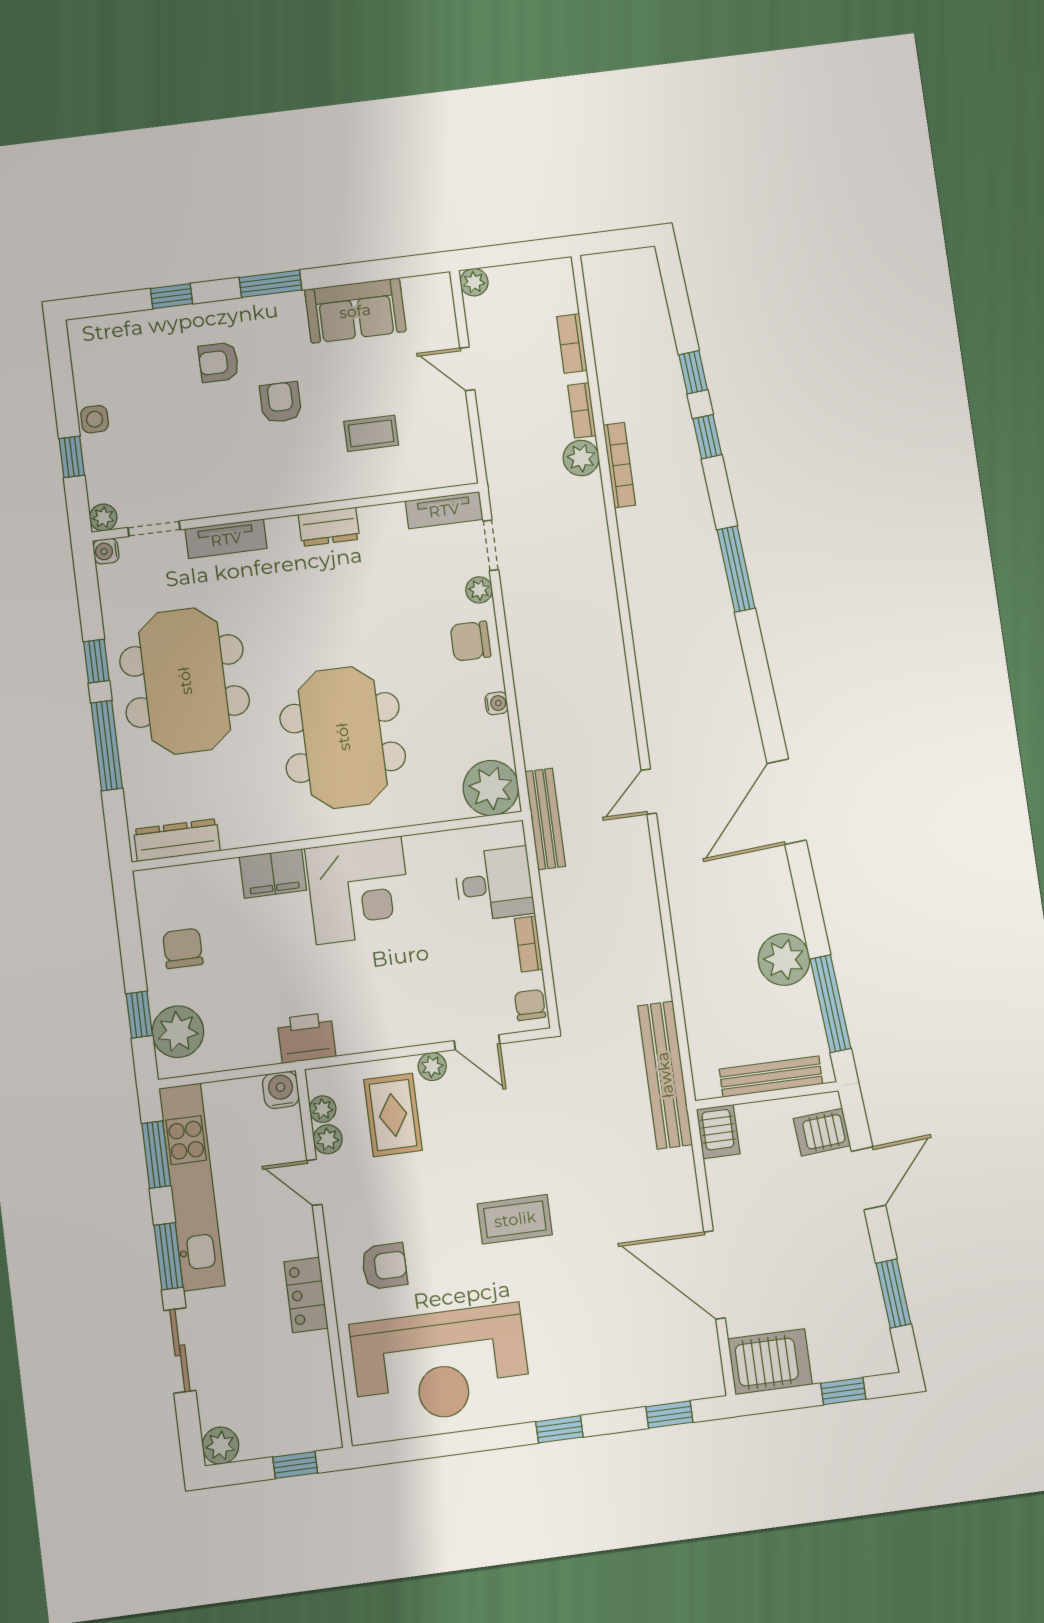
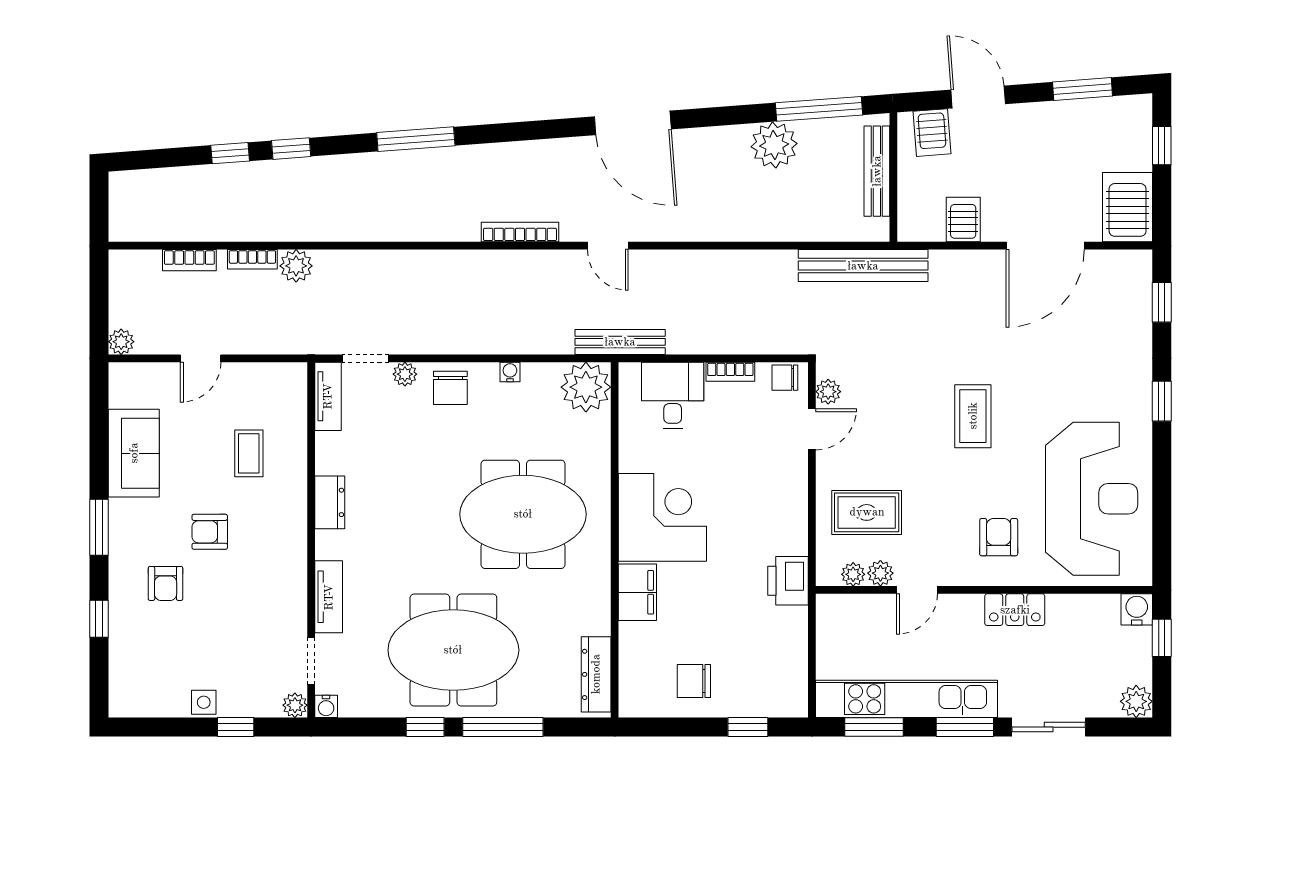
bookcase: (619, 465) -> (520, 232), moved
plant: (178, 1032) -> (768, 695), removed
plant: (432, 1067) -> (828, 392), moved
water cooler: (281, 1090) -> (1137, 609), moved, turned 90
server rack: (718, 1132) -> (963, 220), moved, turned -90

